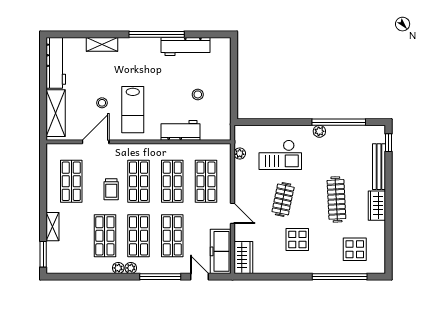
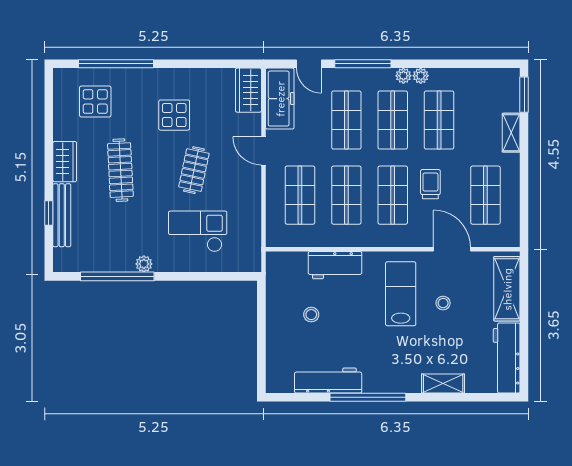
door: (96, 142) -> (452, 249), swing flipped
window: (388, 143) -> (49, 213), moved
plant: (240, 153) -> (254, 233), removed

